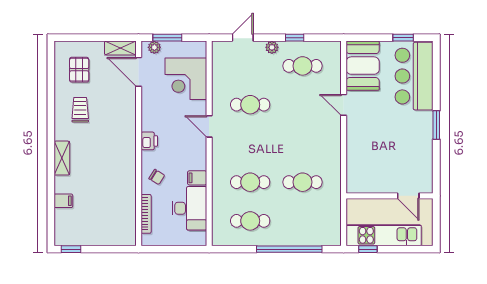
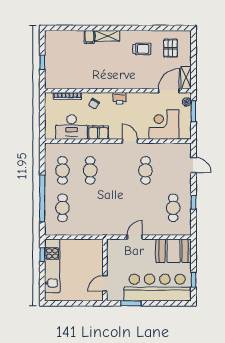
plant: (272, 47) -> (187, 186), removed
pallet: (79, 70) -> (171, 48), turned 90
bar counter: (414, 76) -> (157, 288), width x1.36
door: (344, 105) -> (135, 237), moved
door: (209, 126) -> (130, 141), hinge flipped
filing cabinet: (197, 178) -> (98, 133), width x2.00
cafe table: (303, 182) -> (62, 208), moved
wall: (390, 196) -> (105, 270), moved
door: (408, 196) -> (105, 283), moved
filing cabinet: (63, 201) -> (89, 37), moved
window: (71, 249) -> (42, 62), moved

